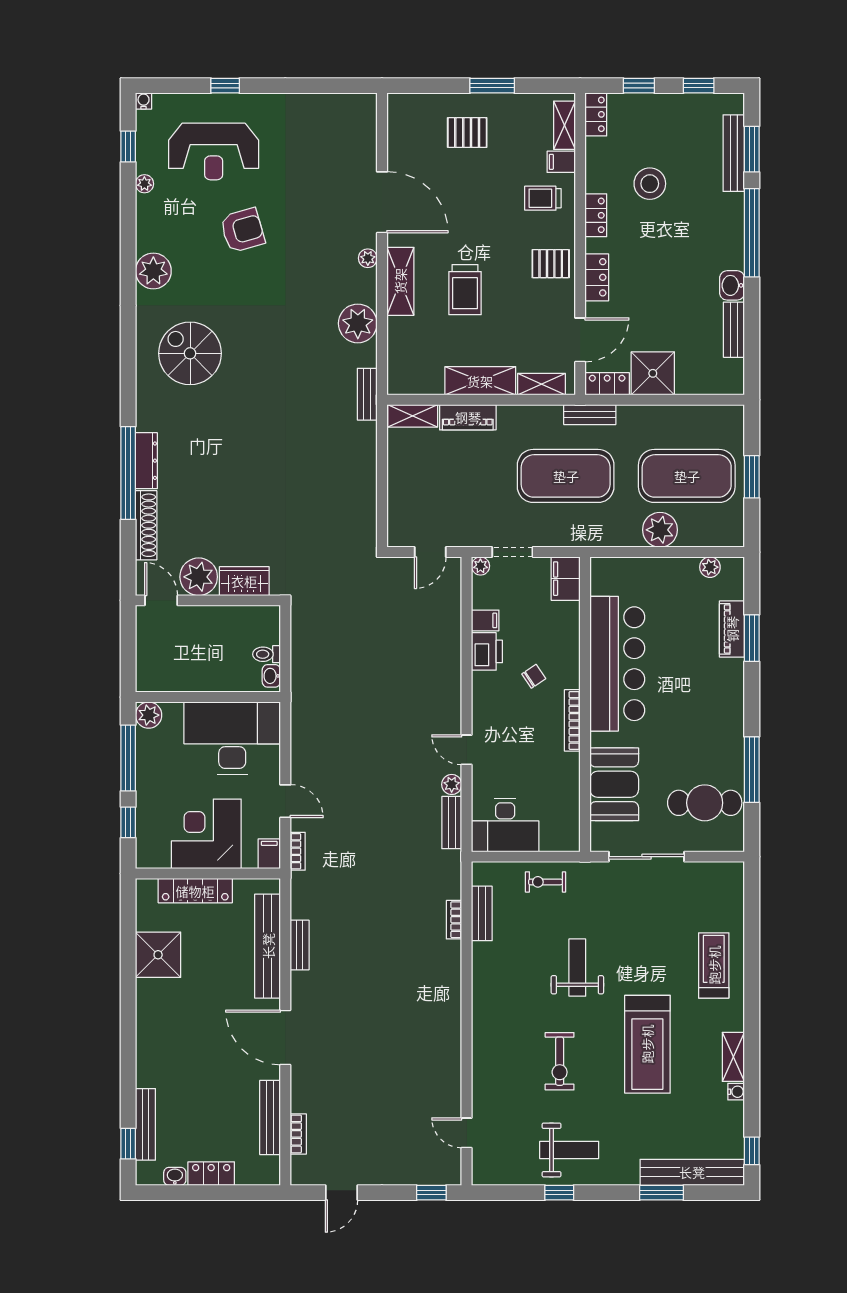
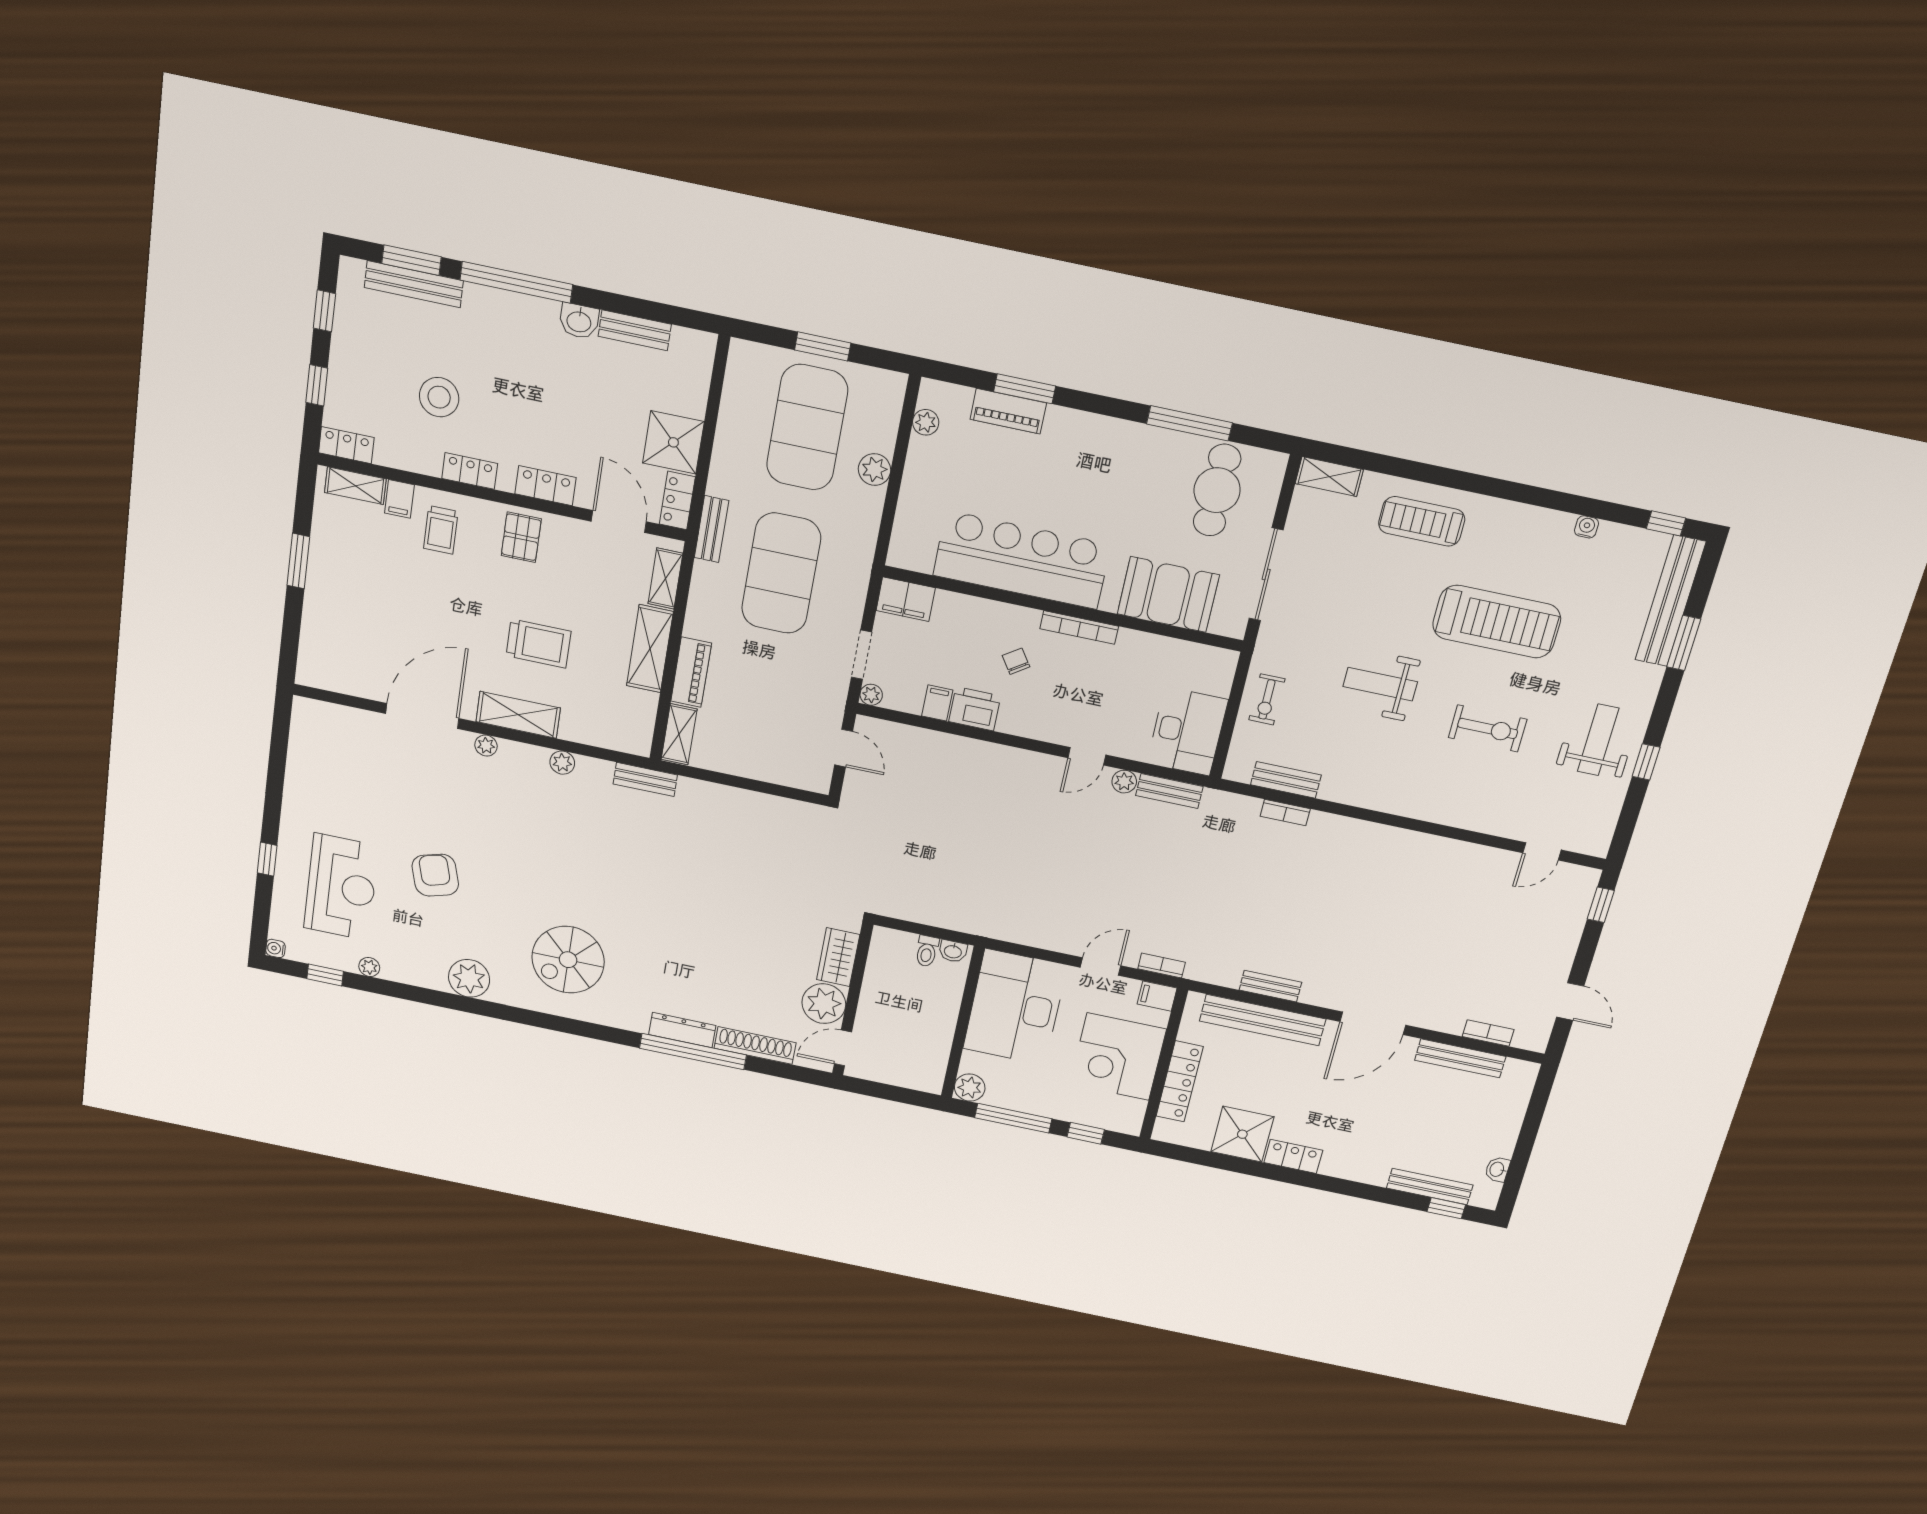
pallet: (467, 133) -> (351, 602), removed
plant: (358, 323) -> (562, 763), width x0.53, depth x0.53
plant: (660, 530) -> (875, 470), width x0.73, depth x0.73
shelving: (733, 1057) -> (1329, 477), moved
locker: (211, 1174) -> (1293, 1156), moved, turned 90

